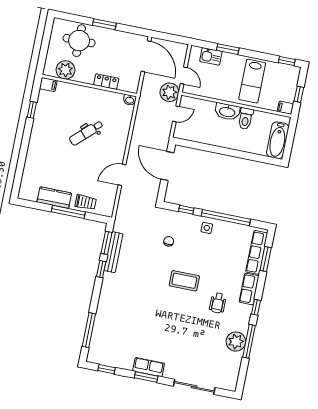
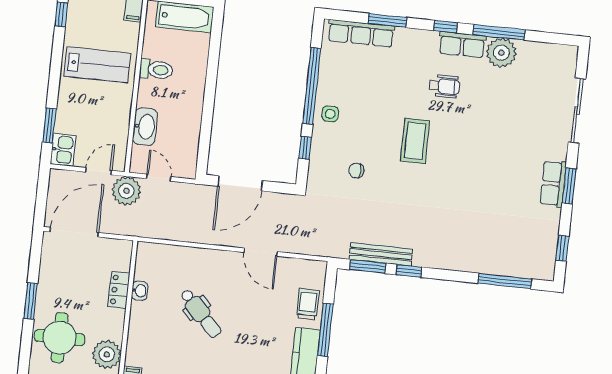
window: (228, 49) -> (49, 126), moved
kitchen sink: (211, 56) -> (63, 150), moved
washbasin: (130, 100) -> (140, 291), moved
washbasin: (227, 112) -> (145, 127), moved
window: (266, 259) -> (387, 20), moved
row of seats: (249, 289) -> (462, 45), moved

